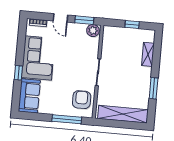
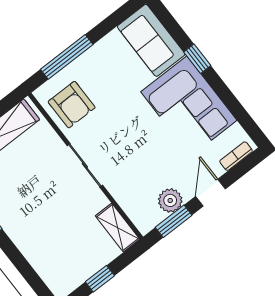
door: (60, 18) -> (211, 193), hinge flipped
plant: (93, 31) -> (170, 200), moved
shelving: (148, 54) -> (118, 228), moved

